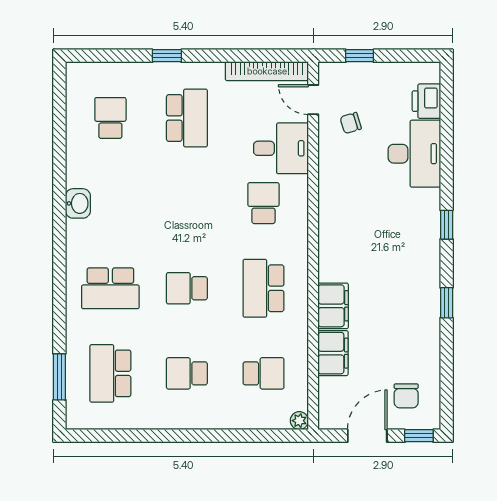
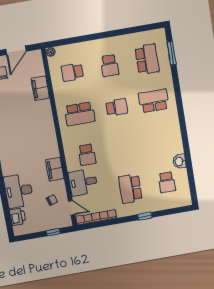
washbasin: (78, 203) -> (179, 161), moved
school desk: (263, 288) -> (80, 114), turned 90
filing cabinet: (333, 306) -> (55, 169), moved
school desk: (187, 373) -> (110, 66), turned 90

